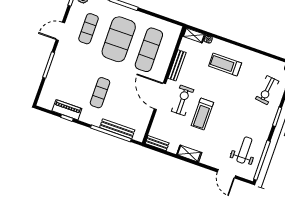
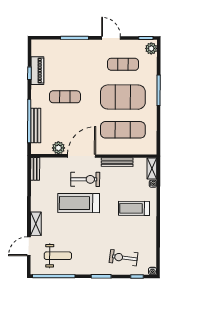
treadmill: (225, 65) -> (134, 208), turned -90
treadmill: (202, 114) -> (79, 203), width x1.37, depth x1.38
plant: (145, 115) -> (58, 148), added
shelving: (189, 154) -> (36, 224), moved

